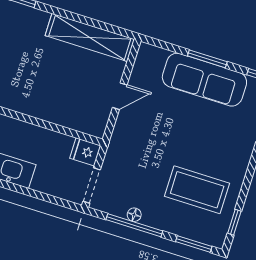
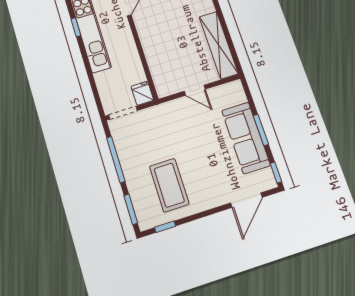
floor lamp: (134, 215) -> (123, 154), removed

